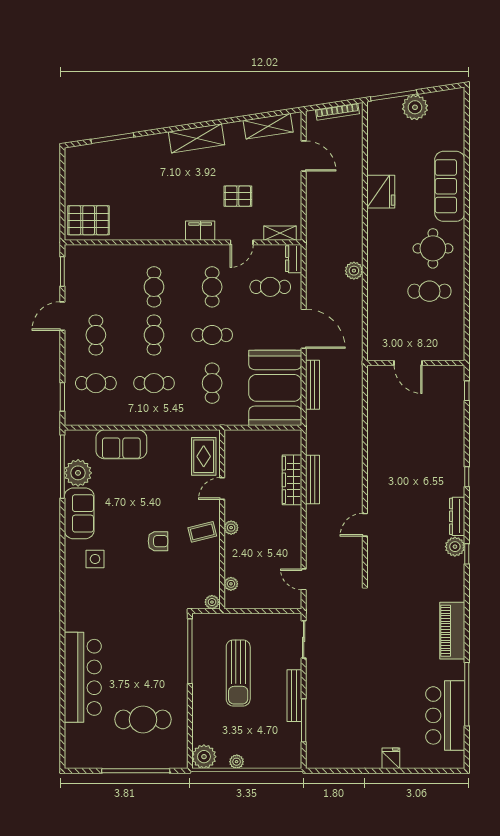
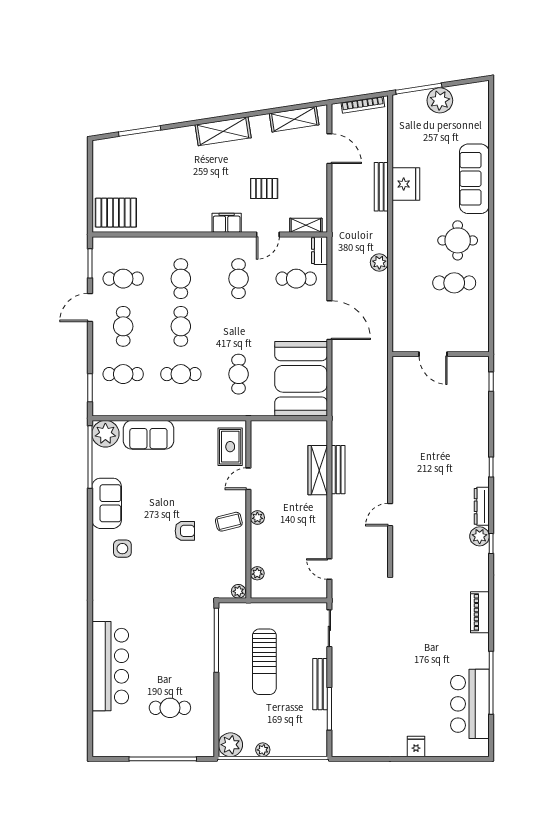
cafe table: (212, 335) -> (123, 279), moved
bench: (313, 385) -> (381, 187), moved
plant: (78, 473) -> (105, 434), moved
piano: (452, 631) -> (480, 612), width x0.73, depth x0.75
cafe table: (143, 719) -> (170, 708), width x0.73, depth x0.74

